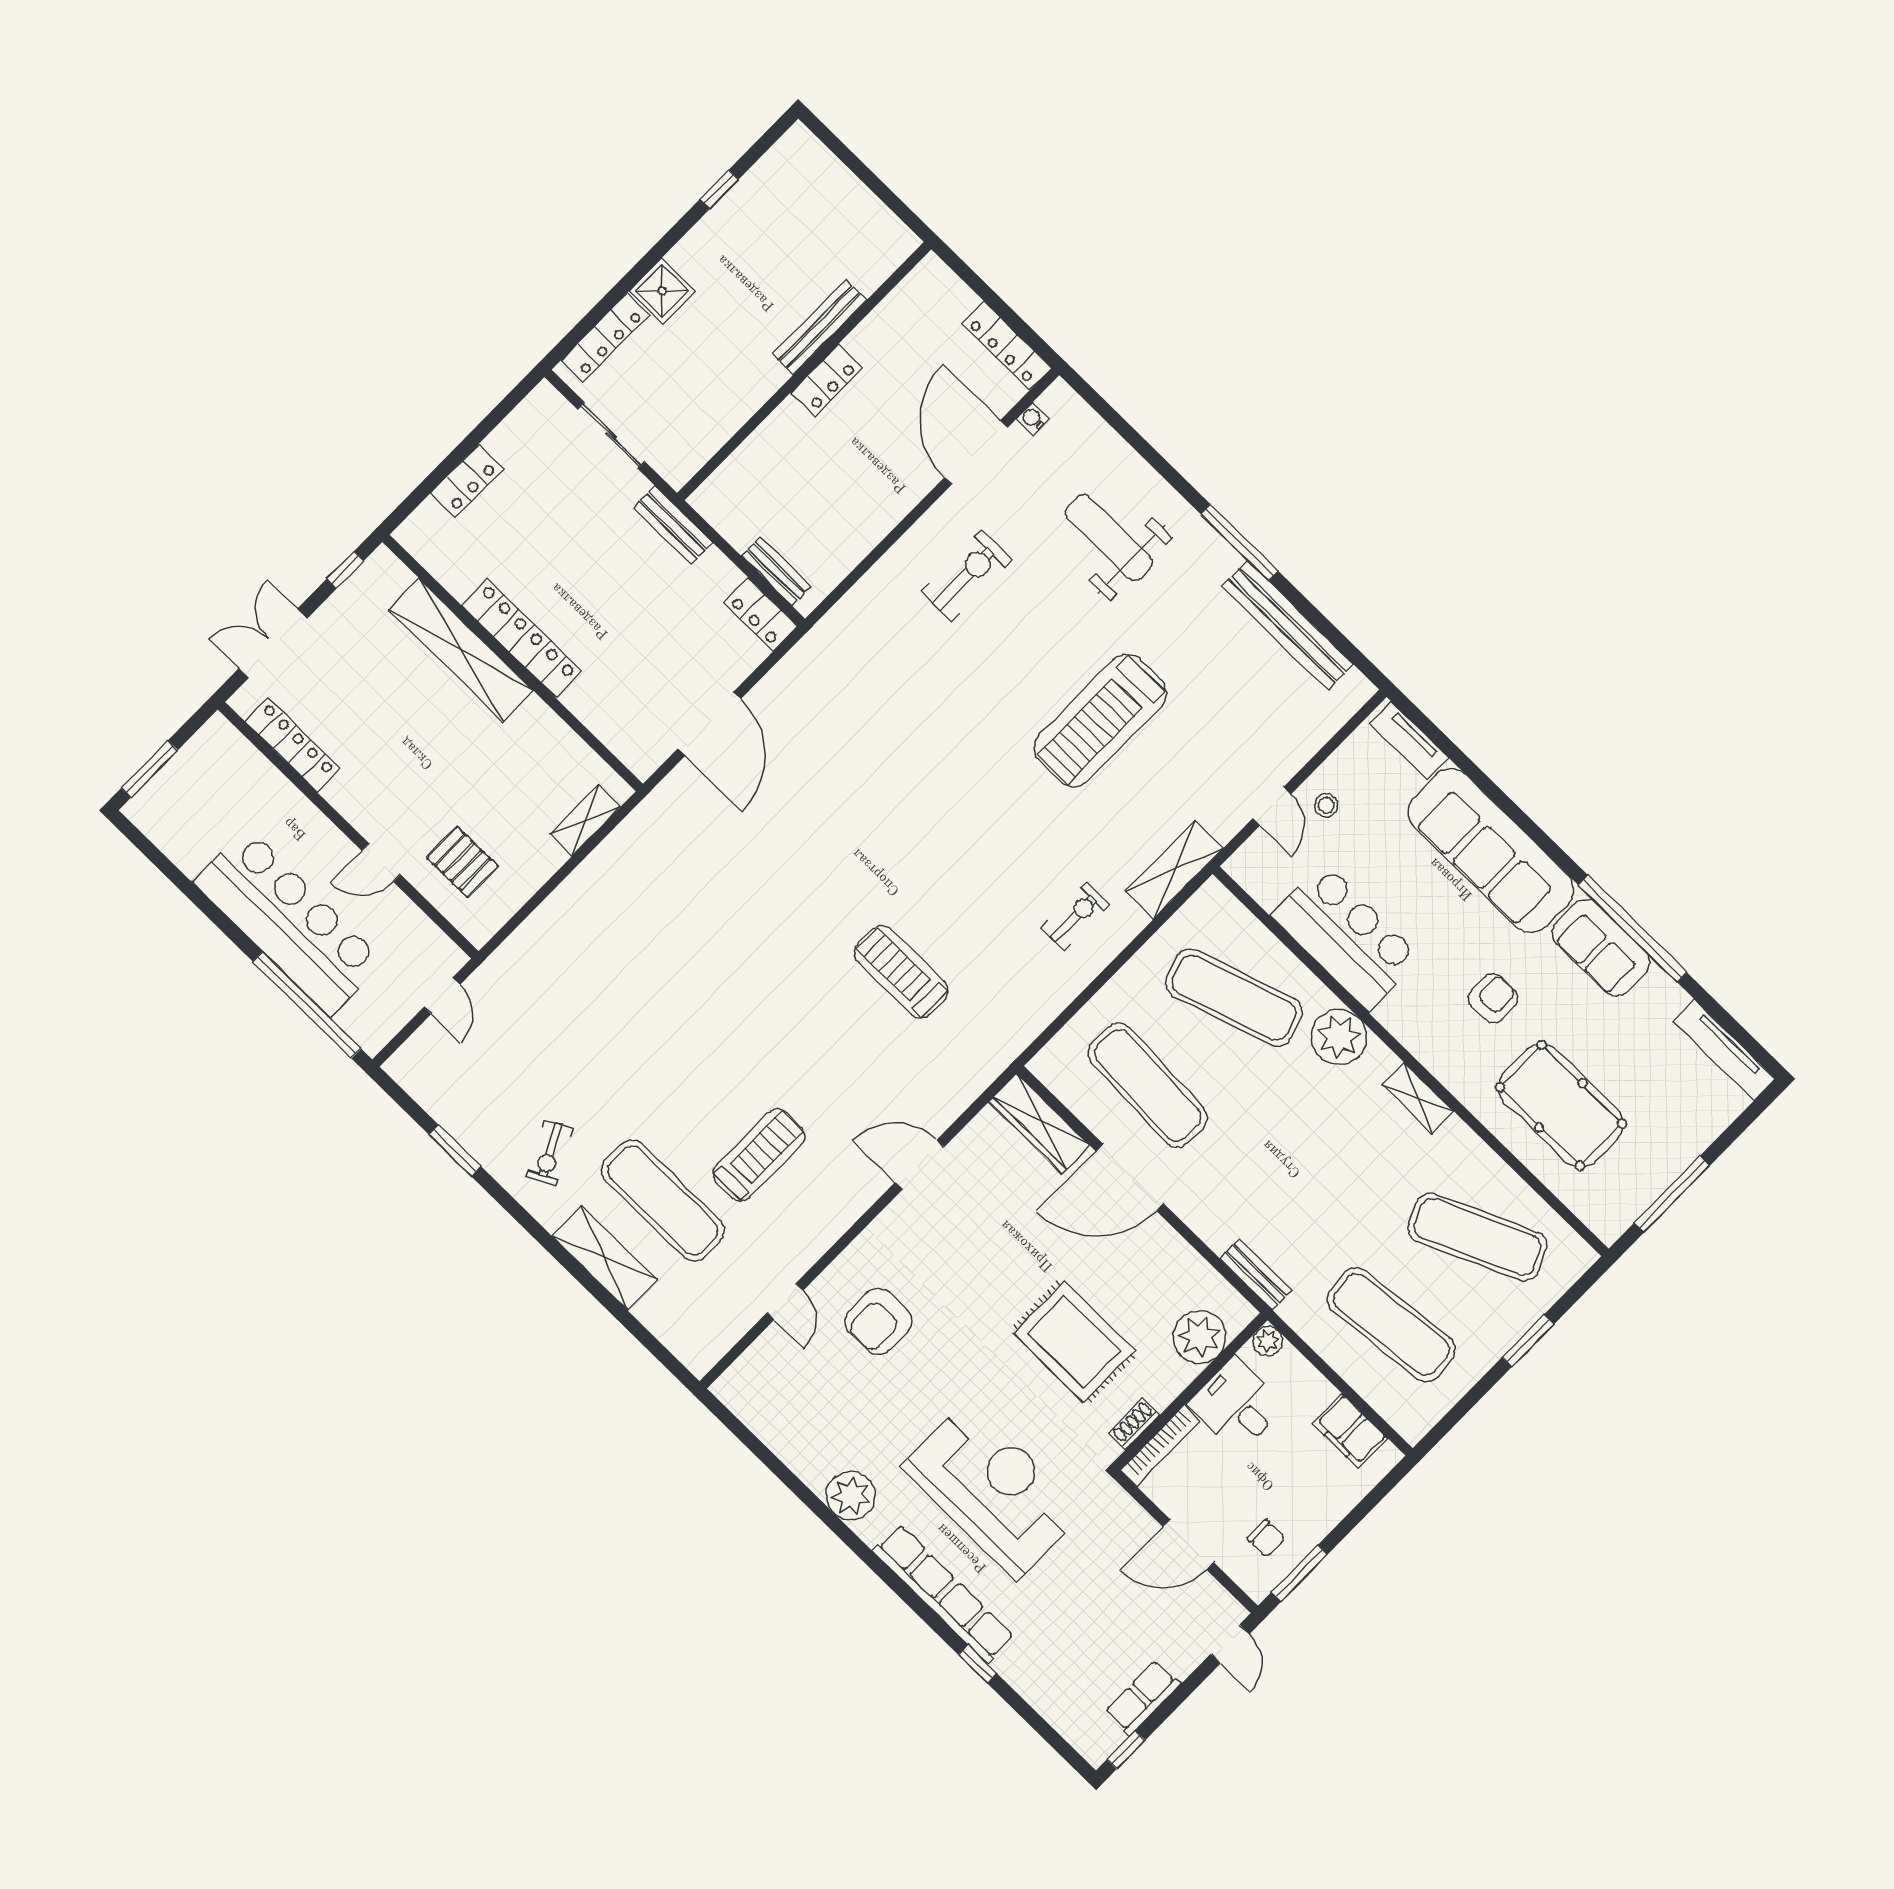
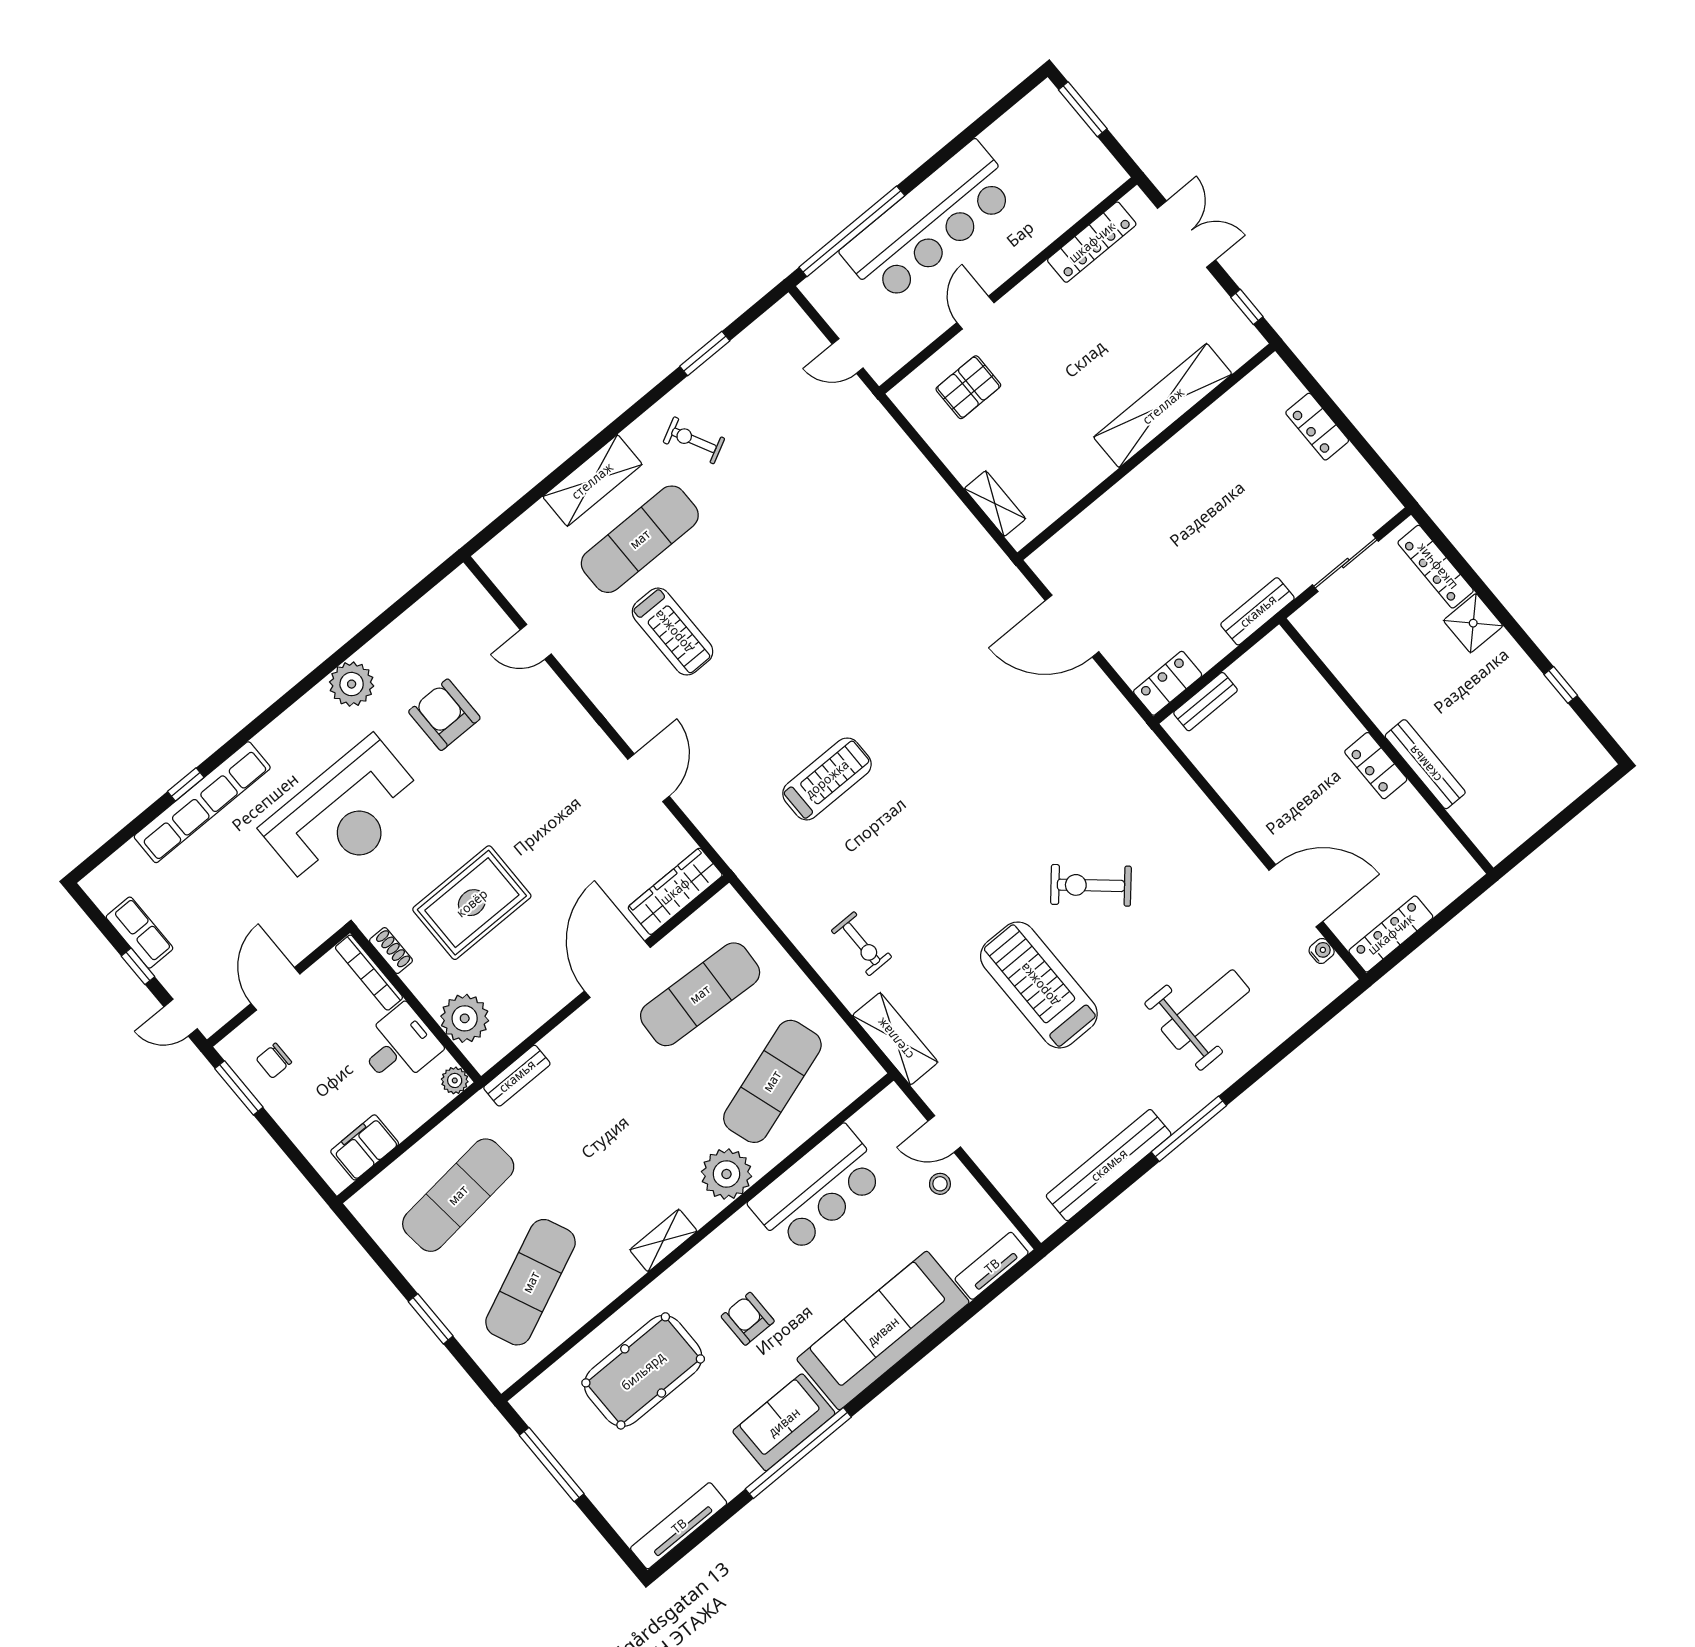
exercise bike: (967, 576) -> (1091, 885), moved, turned 131
locker: (522, 638) -> (1168, 462), removed
armchair: (1493, 998) -> (748, 1319), turned 180
armchair: (878, 1321) -> (444, 715), moved
row of seats: (943, 1594) -> (202, 802), moved
window: (1126, 1750) -> (138, 966), moved

